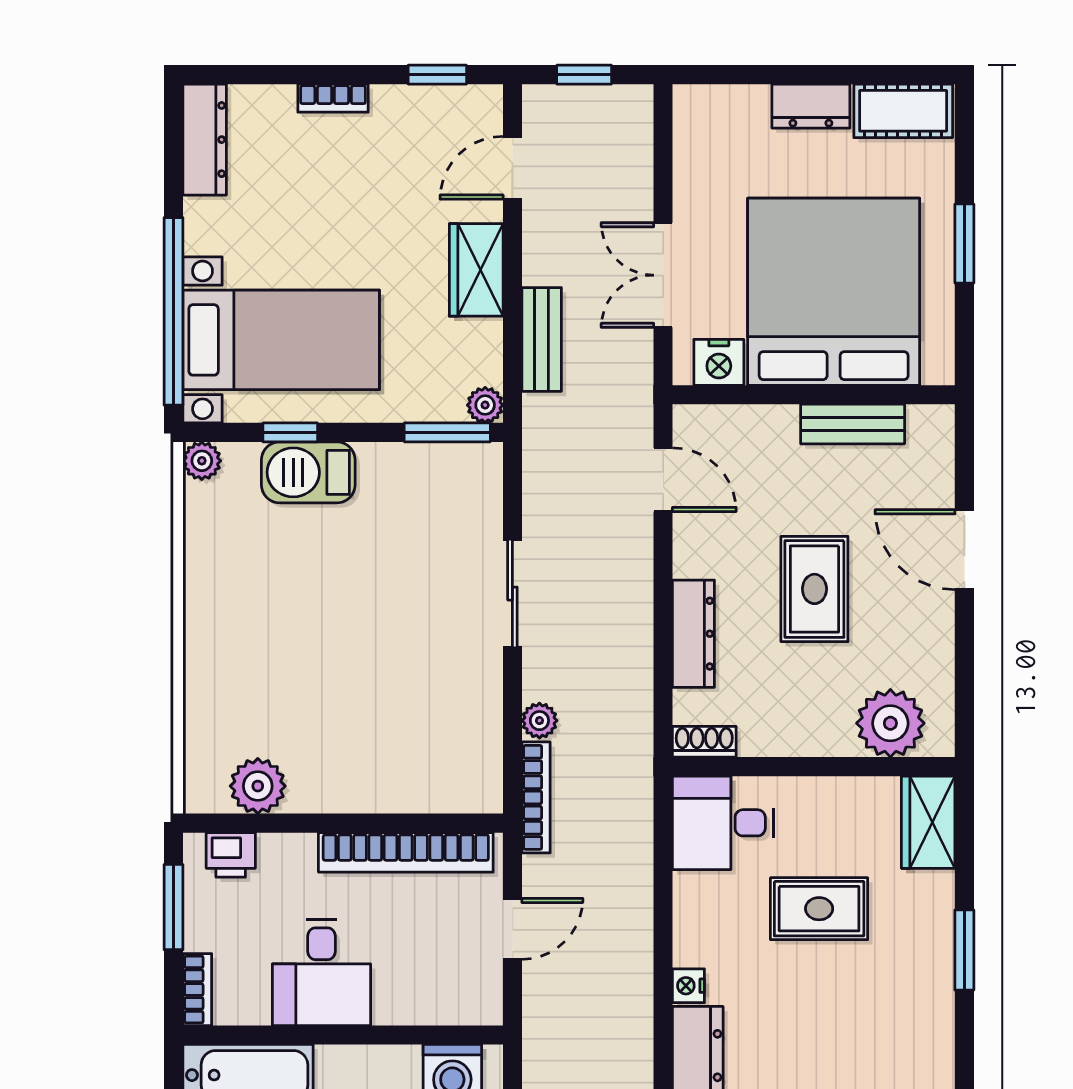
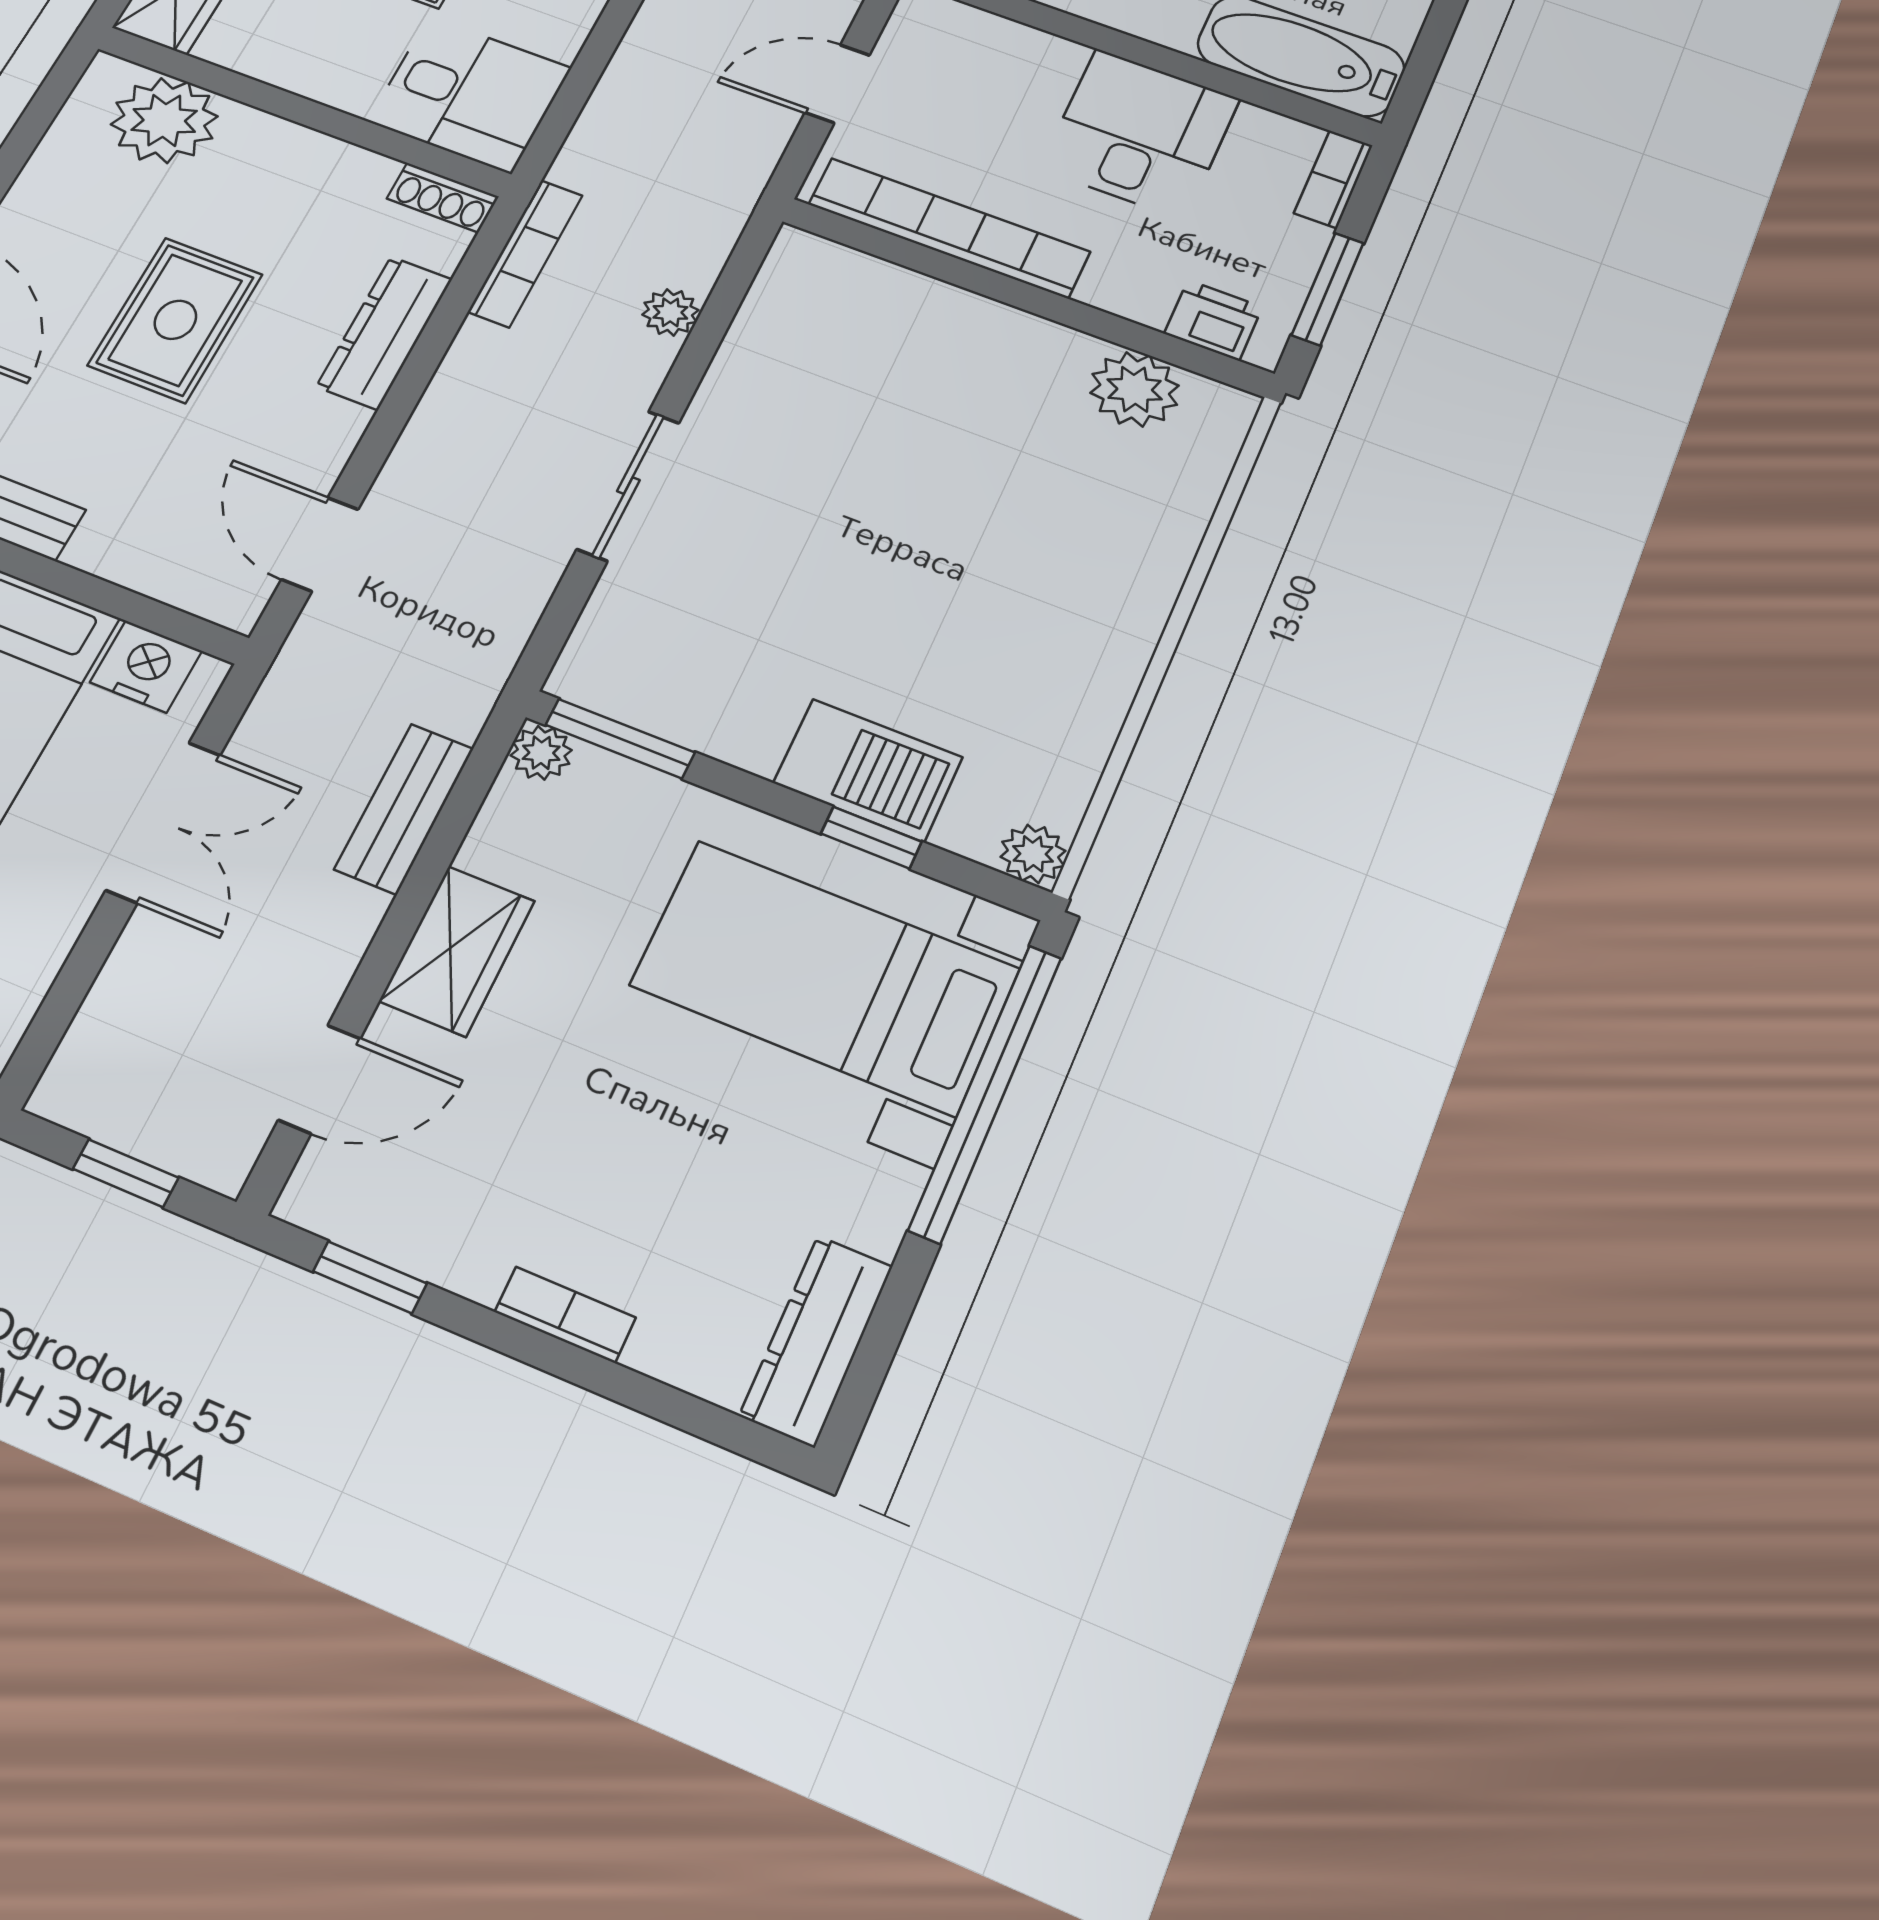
bookcase: (536, 797) -> (525, 253), moved, turned 180

